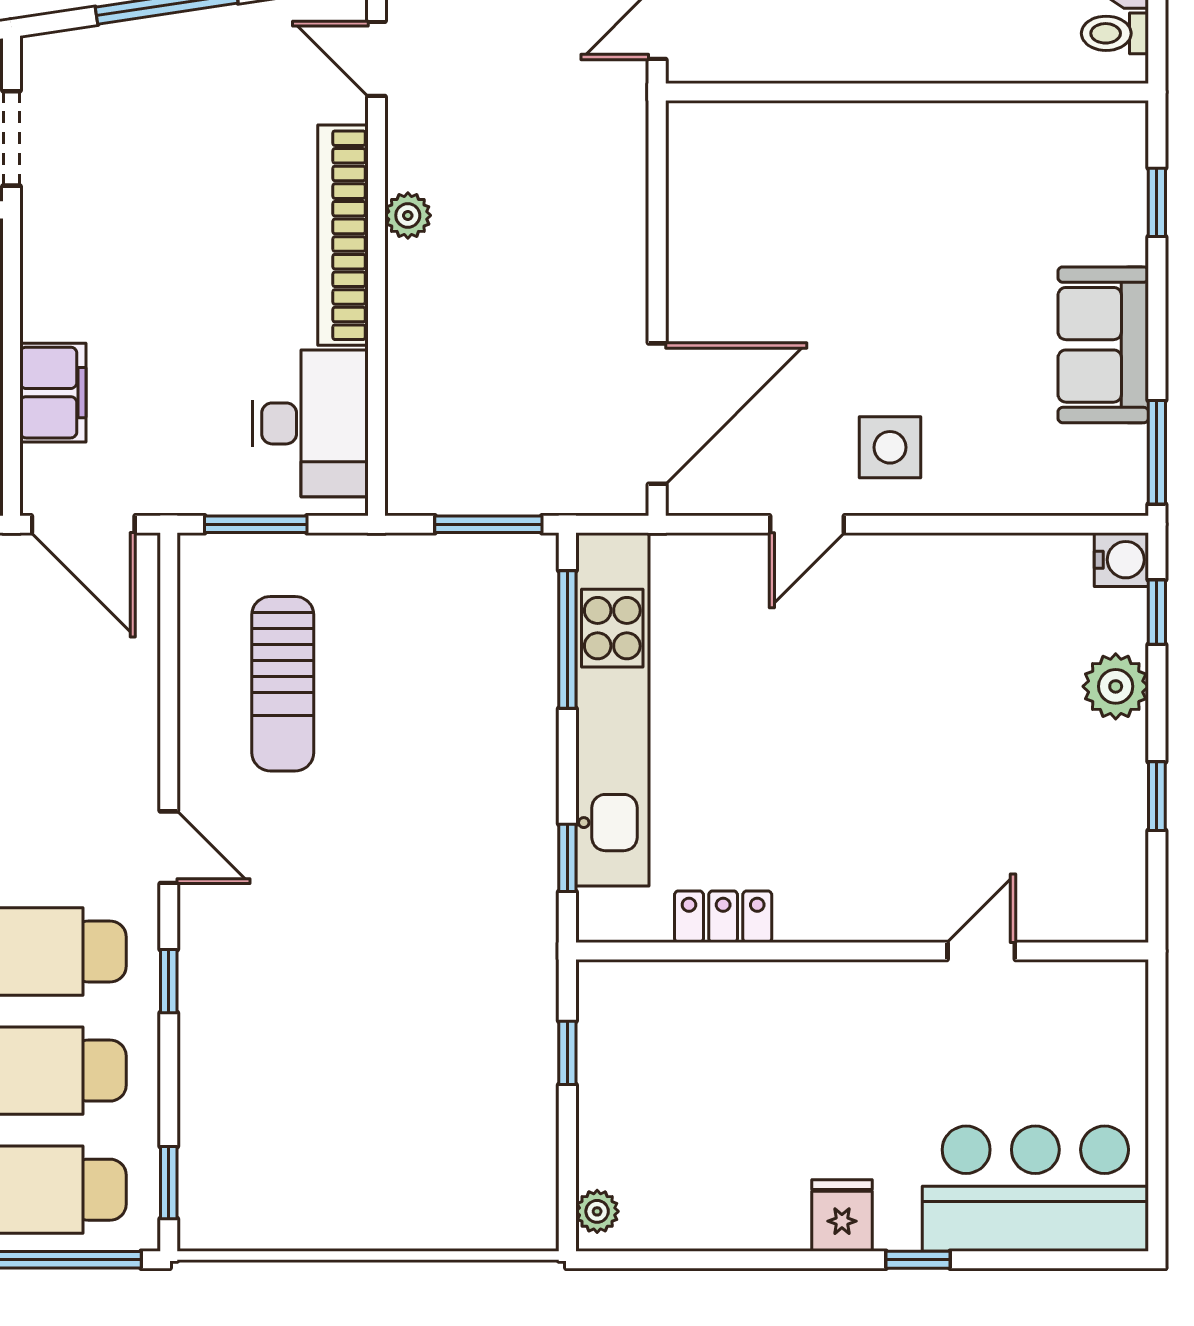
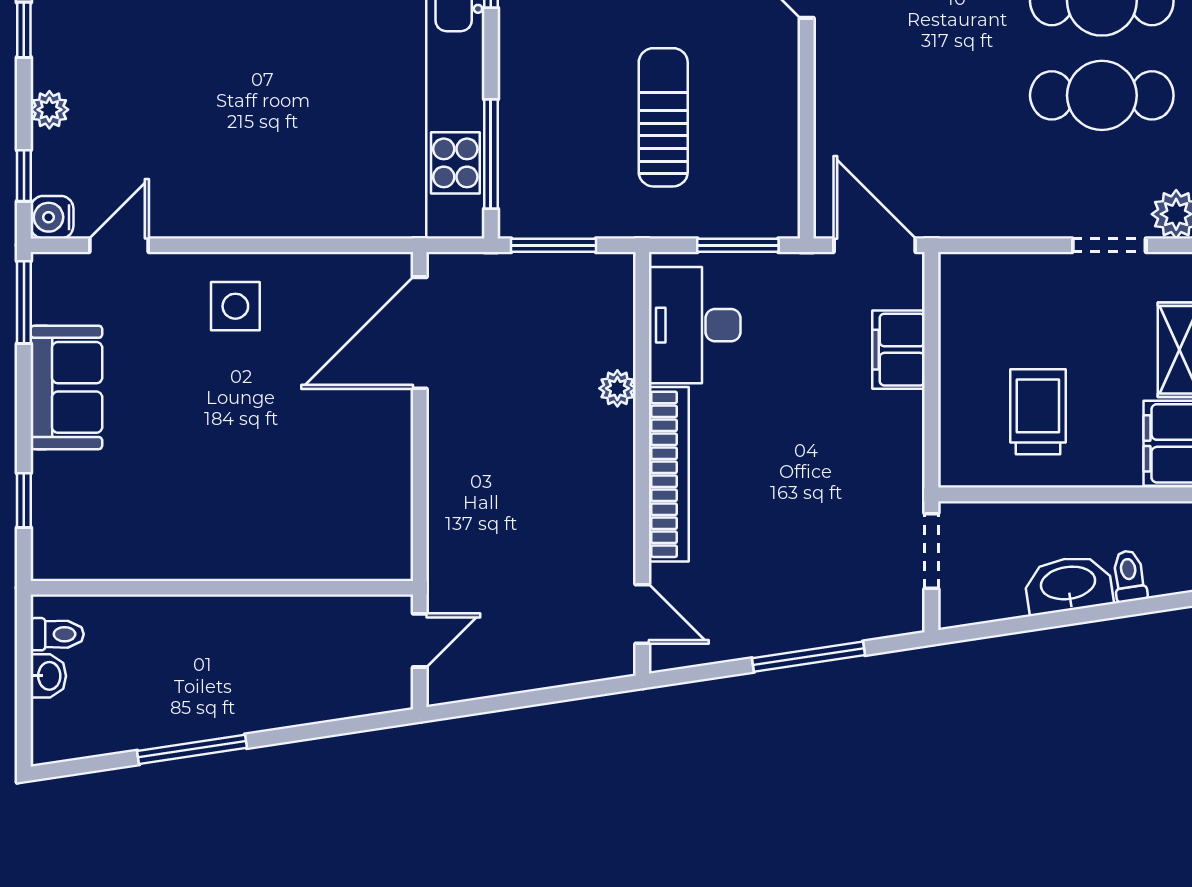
plant: (408, 215) -> (617, 388), moved
door: (807, 524) -> (119, 245), moved
sun lounger: (283, 684) -> (663, 117), moved
plant: (1116, 686) -> (49, 110), width x0.73, depth x0.73

